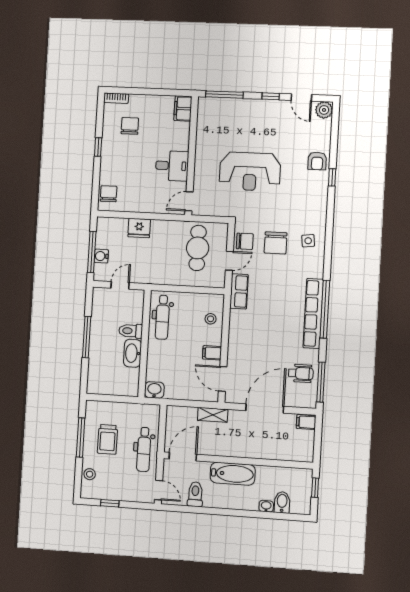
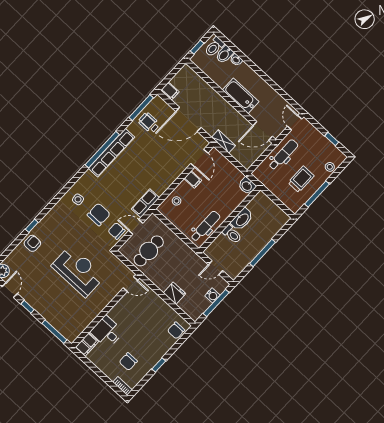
desk: (172, 166) -> (107, 332), moved
toilet: (195, 494) -> (214, 47), moved

